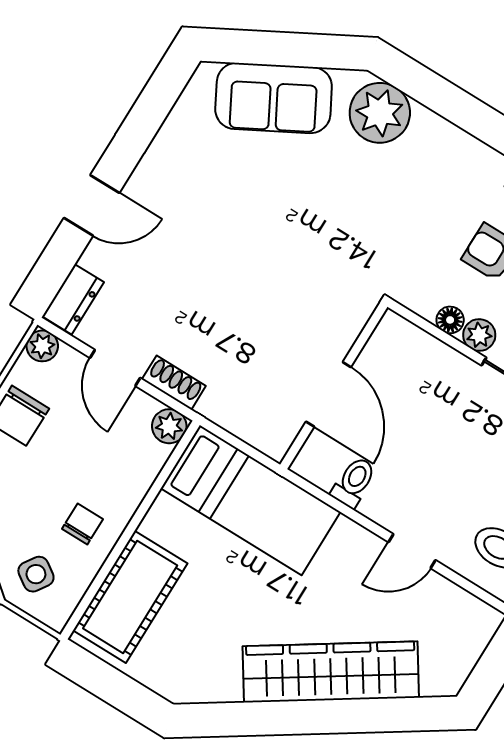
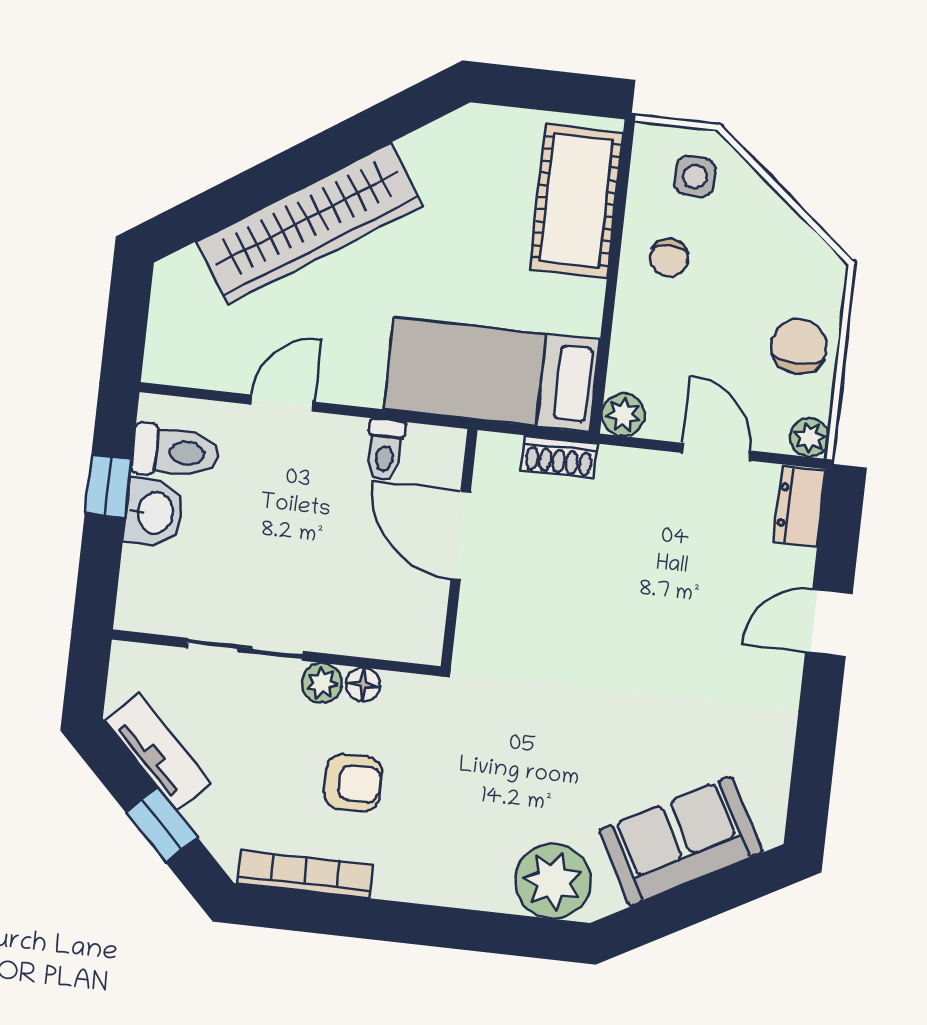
shoe rack: (174, 383) -> (559, 457), moved
side table: (36, 574) -> (695, 176), turned -32

